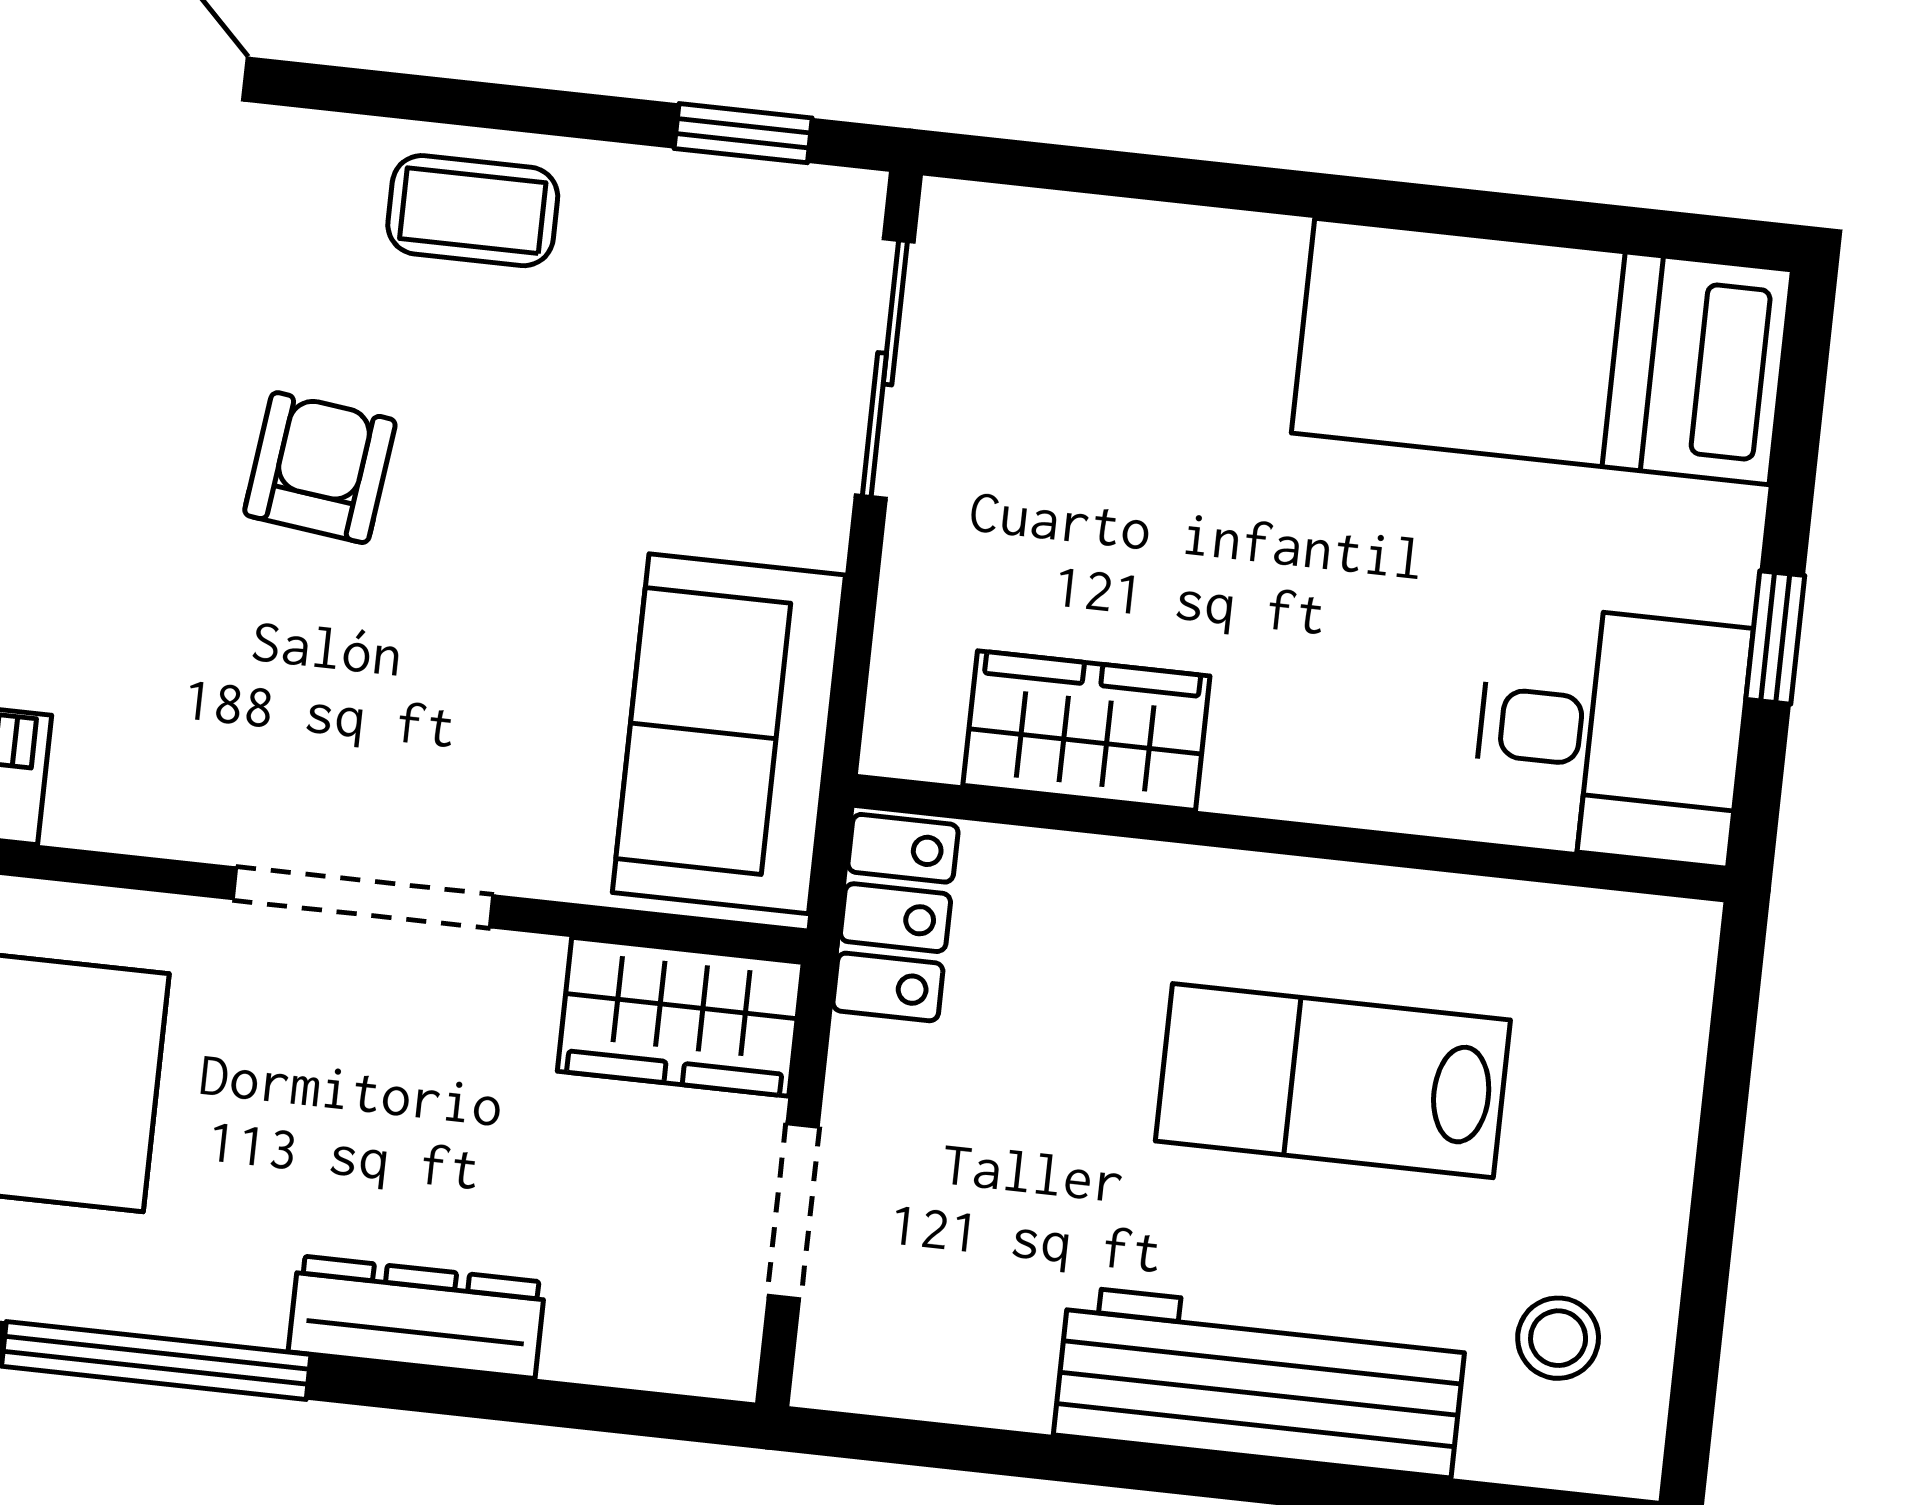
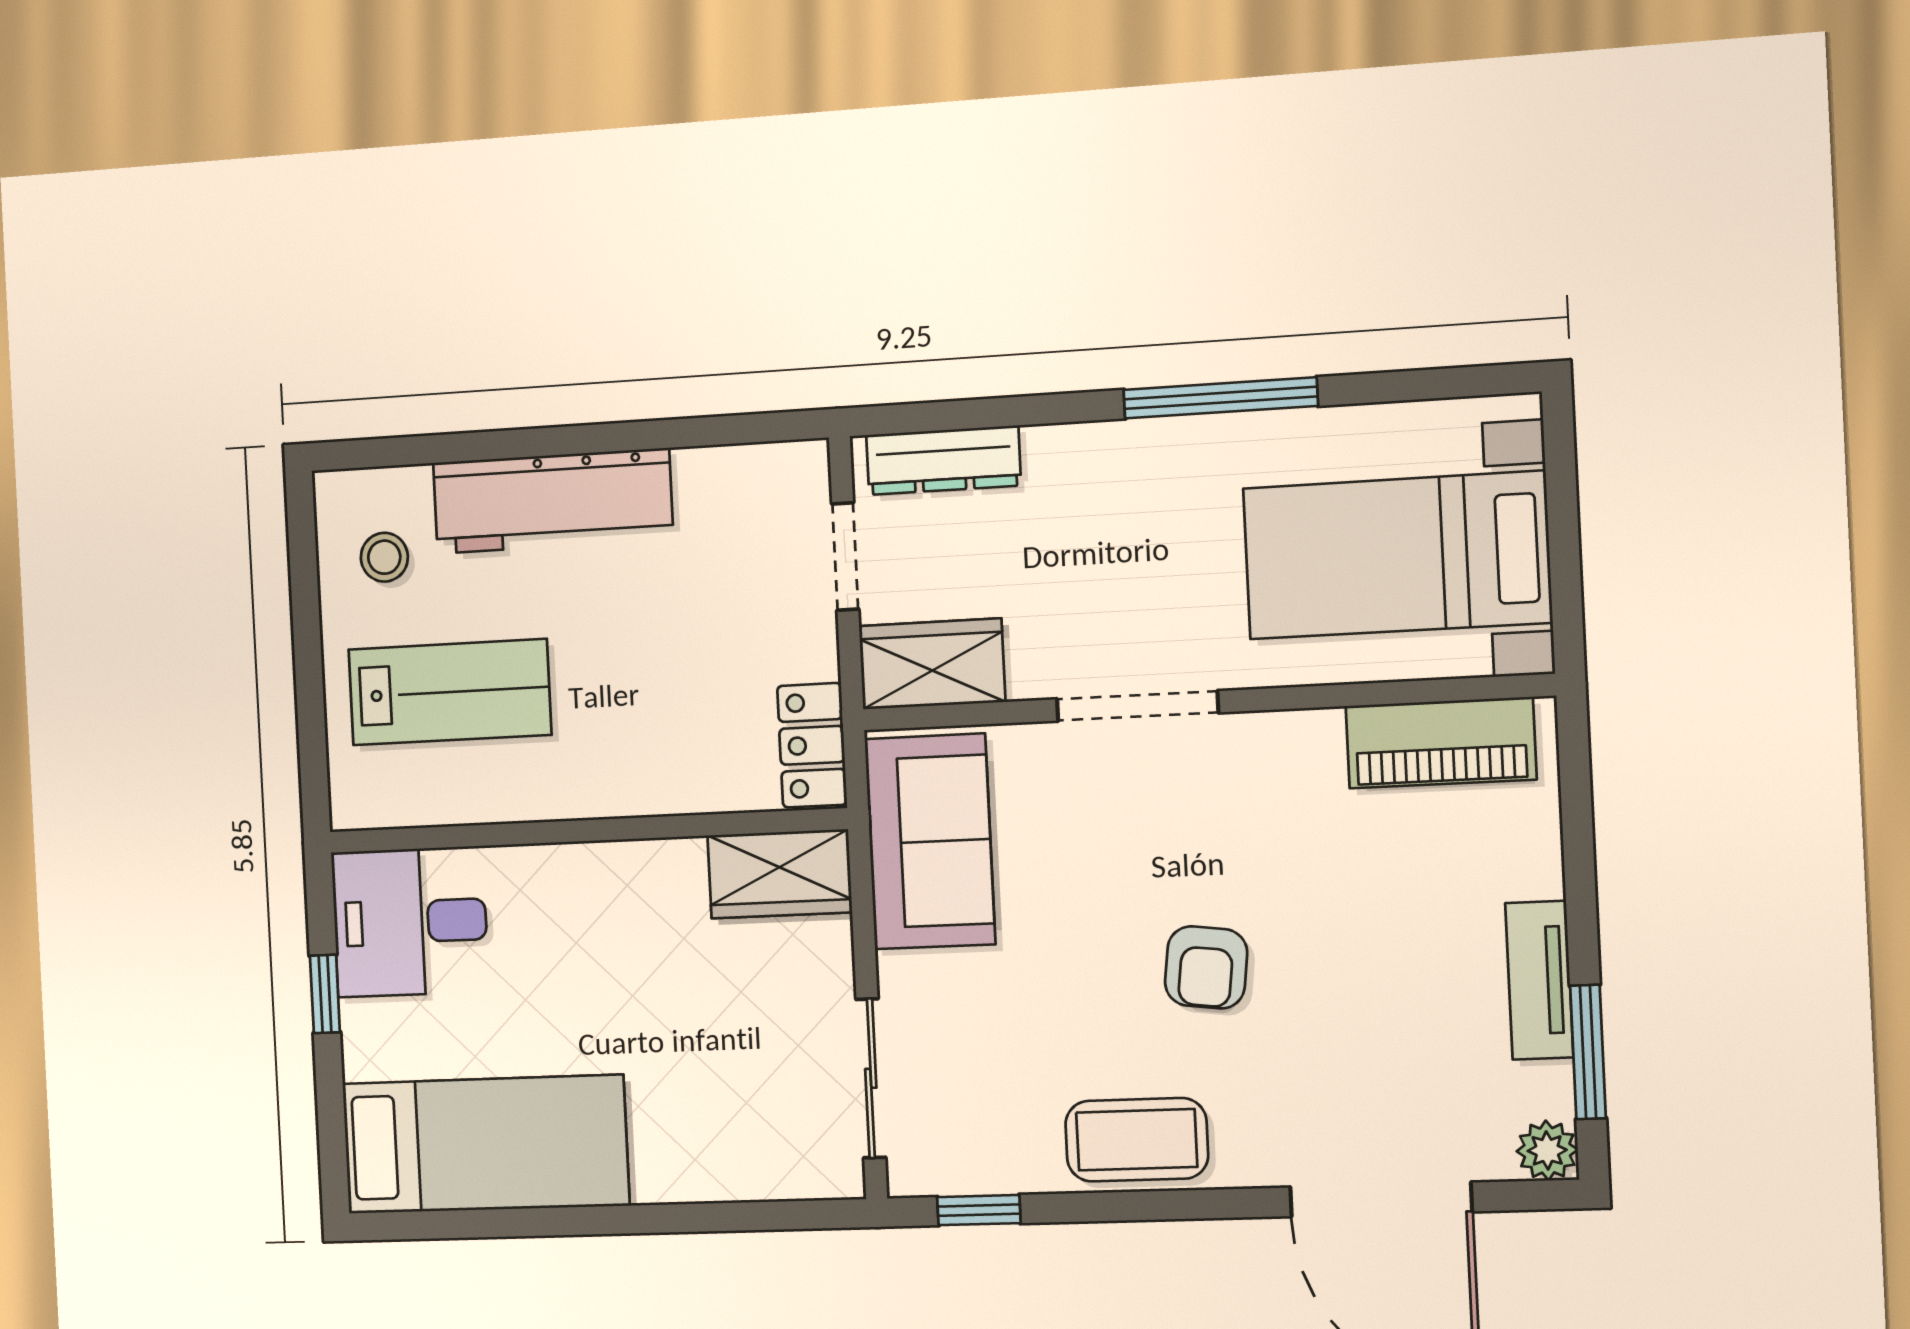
coffee table: (473, 211) -> (1137, 1140), width x1.36, depth x1.30
wardrobe: (1086, 731) -> (780, 874), moved
lab bench: (1333, 1081) -> (450, 692), moved
dresser: (417, 1317) -> (943, 460), moved

